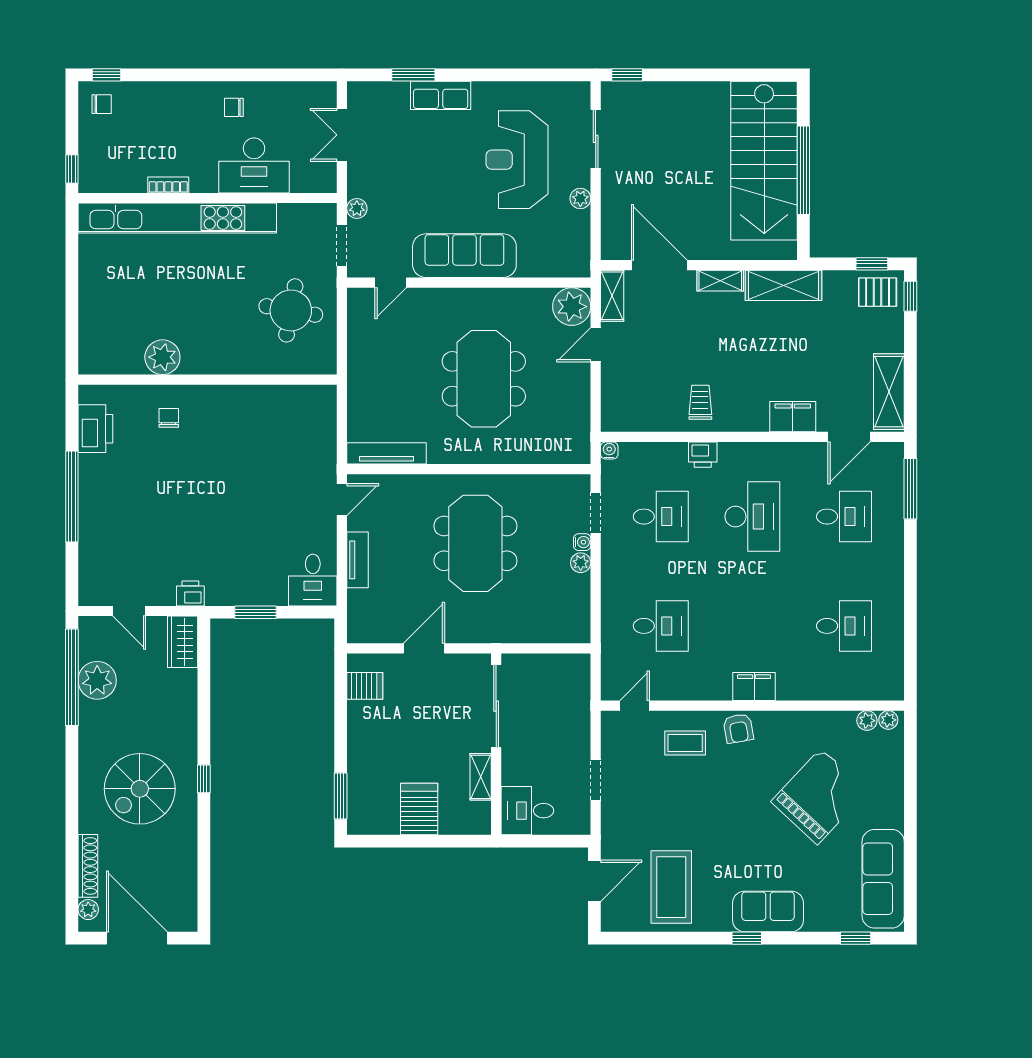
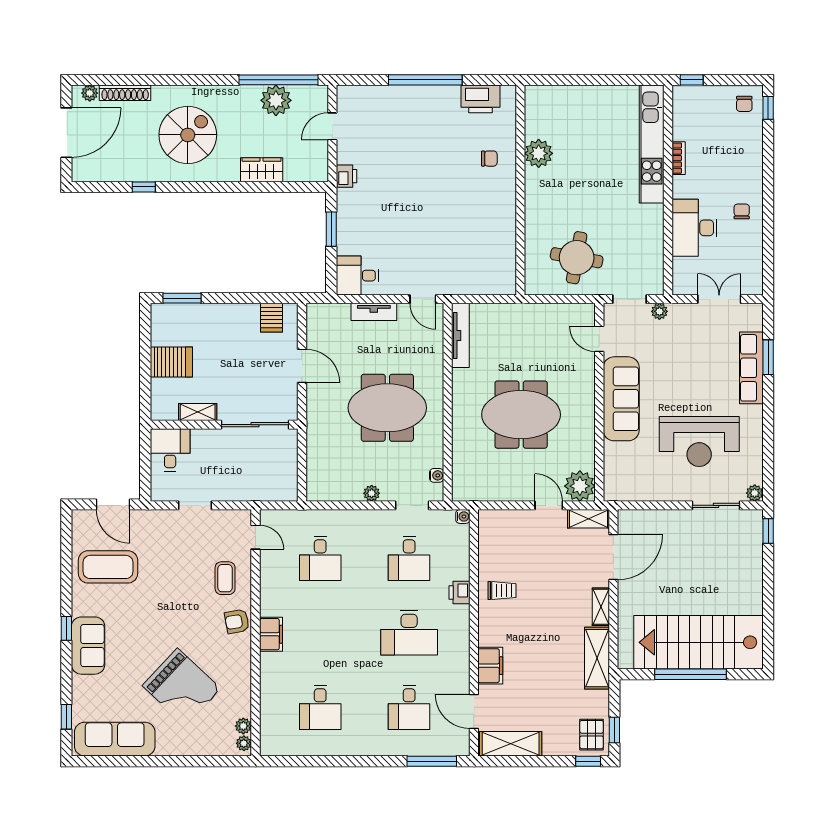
row of seats: (441, 95) -> (751, 368), width x1.48
reception desk: (517, 160) -> (699, 442), turned 180
plant: (580, 199) -> (755, 493), moved
kitchen unit: (177, 218) -> (652, 144), width x0.73
water cooler: (582, 542) -> (437, 475), moved, turned -90
wardrobe: (183, 642) -> (262, 170), moved
window: (204, 779) -> (144, 187), moved
spiral stairs: (140, 789) -> (188, 135), turned 90

